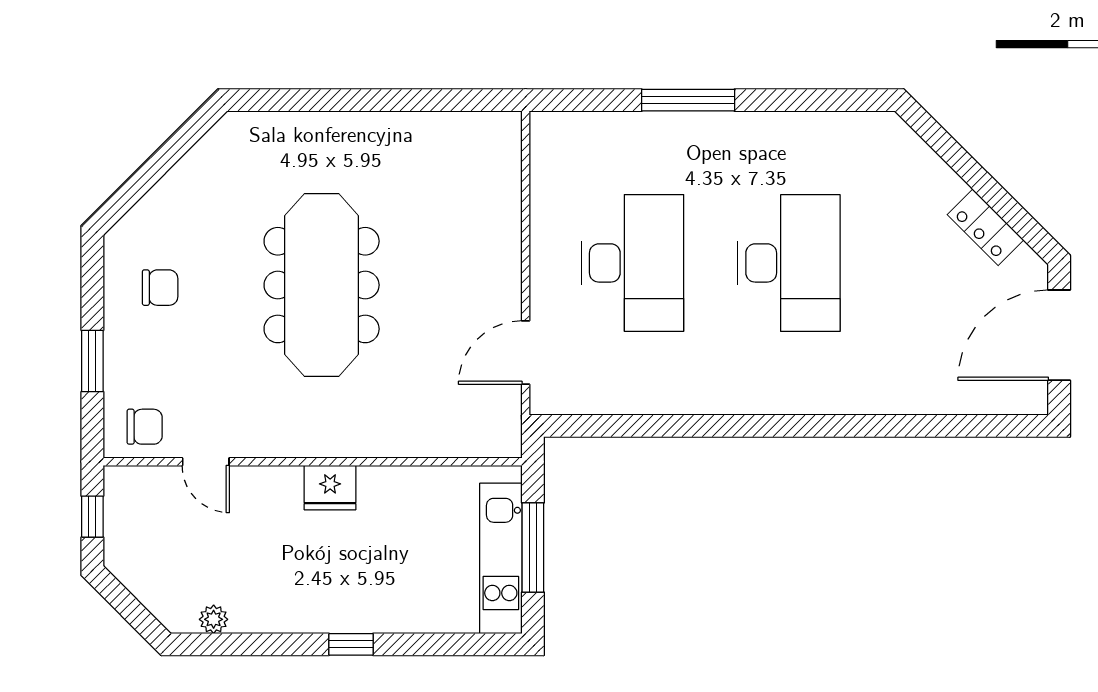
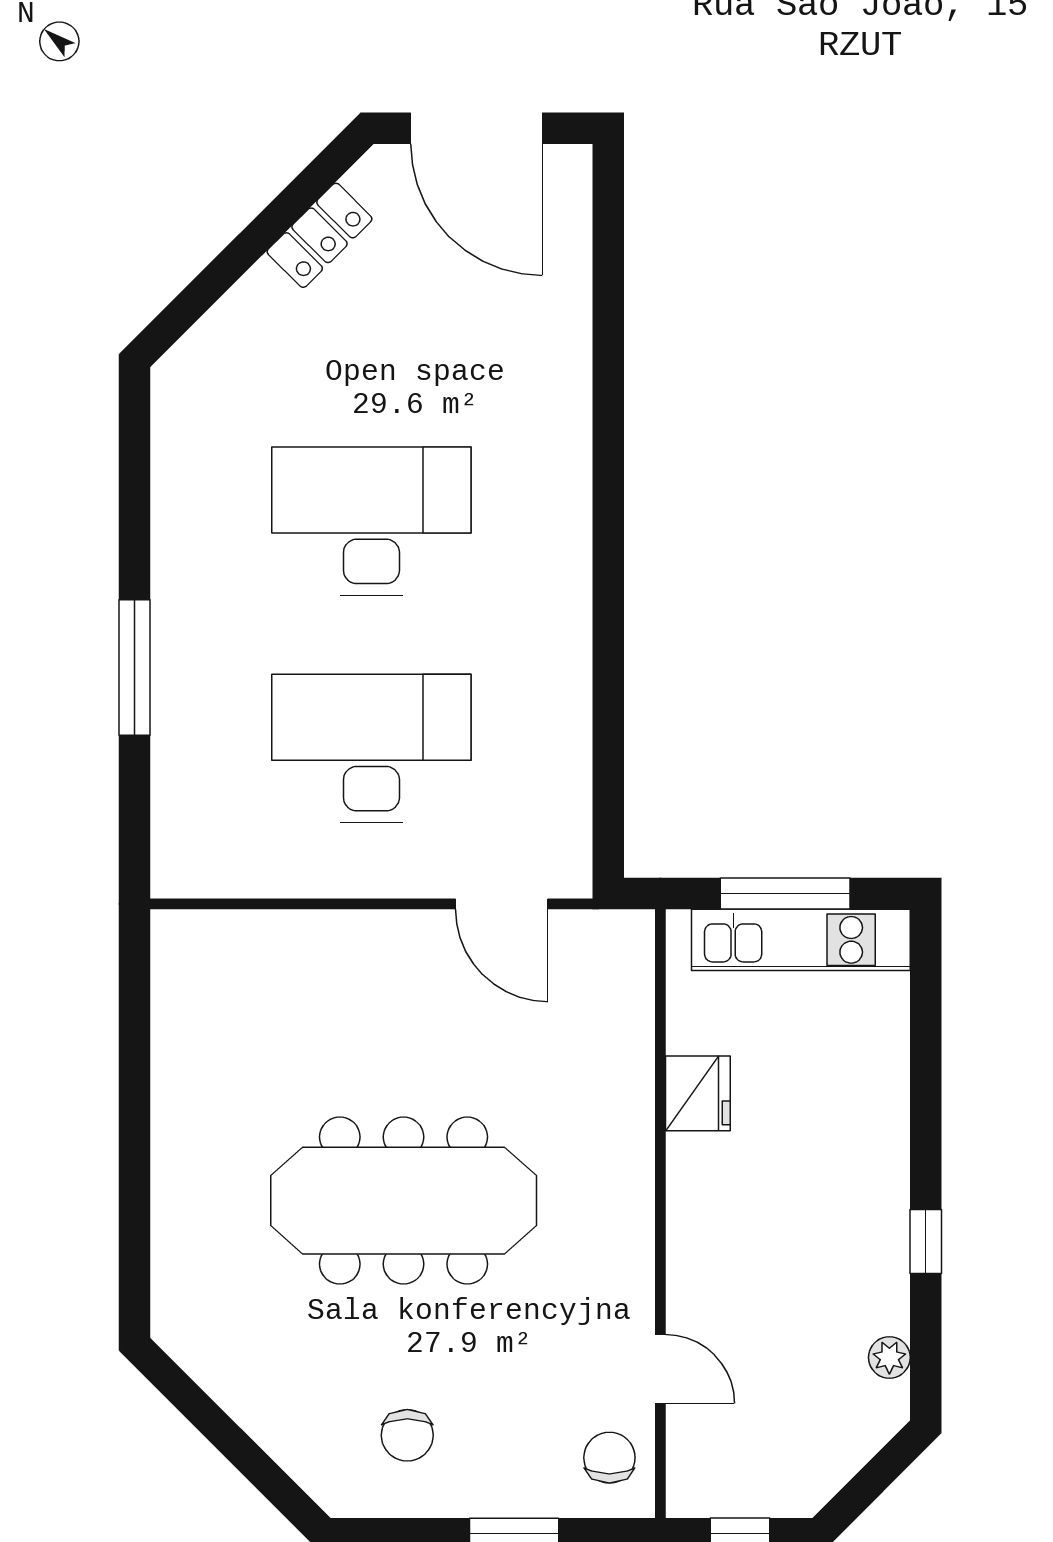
chair: (160, 288) -> (407, 1435), turned 180
door: (206, 462) -> (660, 1369), hinge flipped
fridge: (330, 488) -> (698, 1093), moved
window: (351, 644) -> (926, 1241), moved

